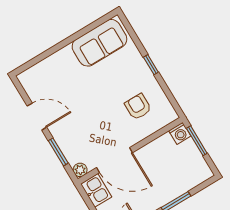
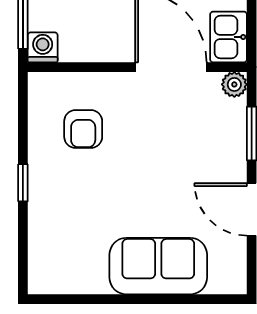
sofa: (99, 43) -> (158, 266), moved

